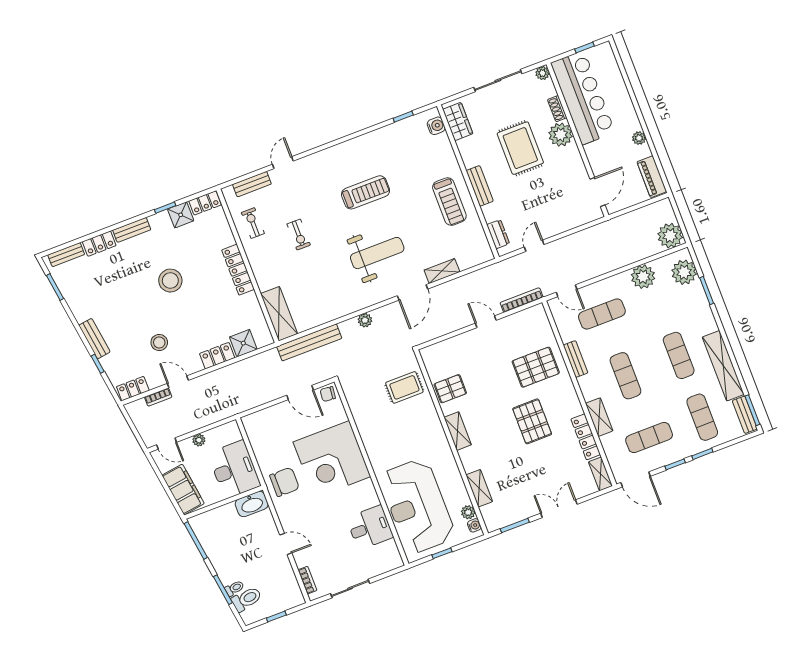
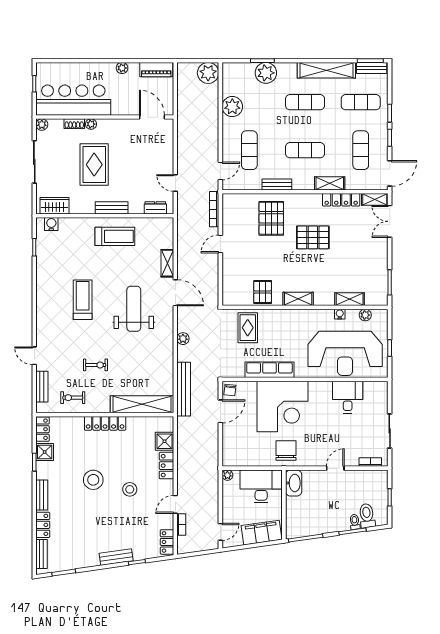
plant: (561, 135) -> (91, 124), width x0.53, depth x0.53
rug: (520, 148) -> (94, 165), turned 90
plant: (684, 272) -> (266, 73), moved
shelving: (279, 314) -> (142, 404), width x1.47
stool: (159, 342) -> (130, 489), moved
row of seats: (367, 429) -> (269, 370), added
plant: (199, 440) -> (227, 475), moved
double door: (559, 509) -> (390, 221), moved
water cooler: (474, 525) -> (340, 314), moved

